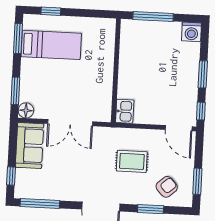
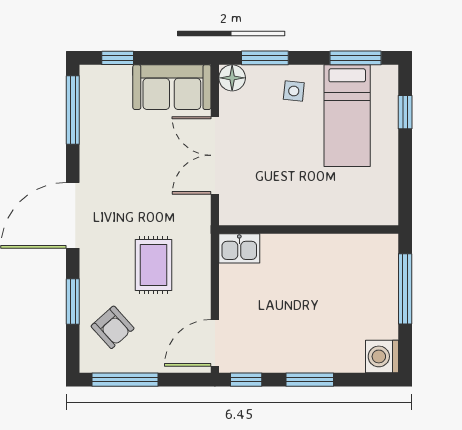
side table: (35, 75) -> (294, 91), added
window: (197, 181) -> (125, 380), width x1.44

